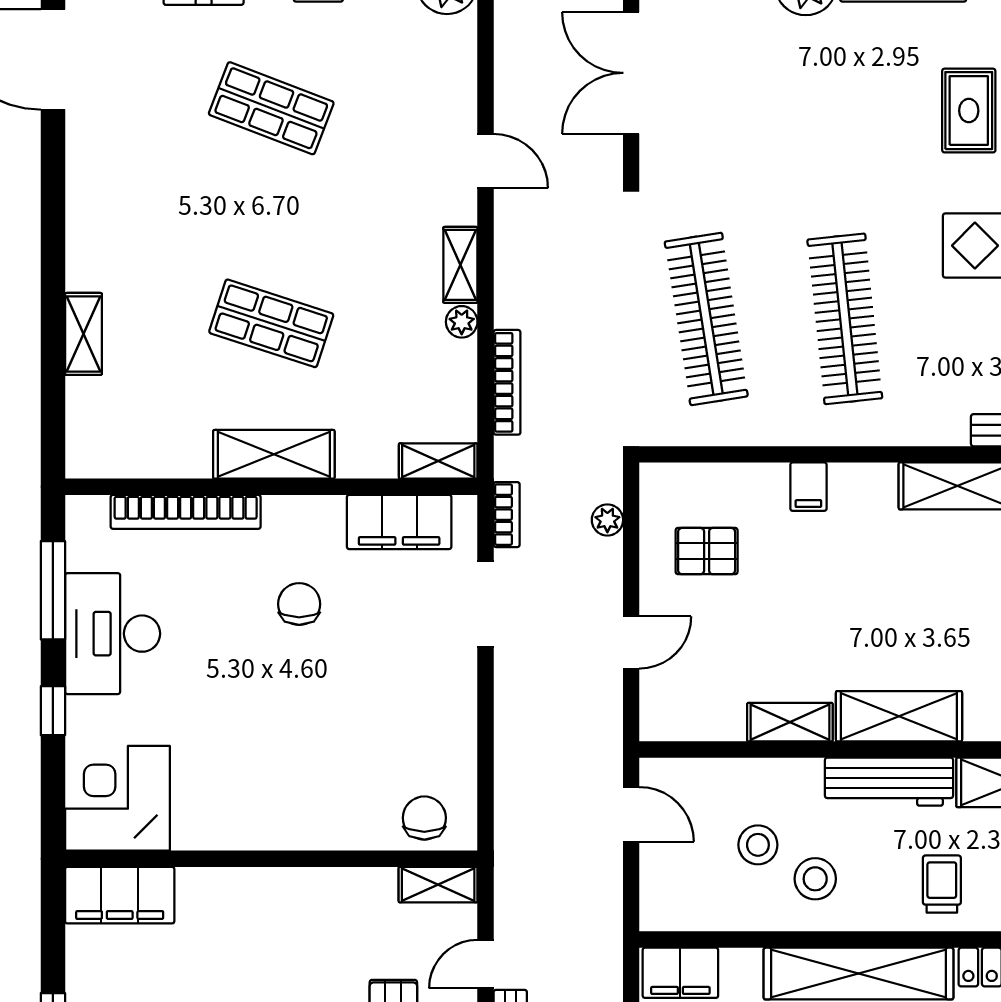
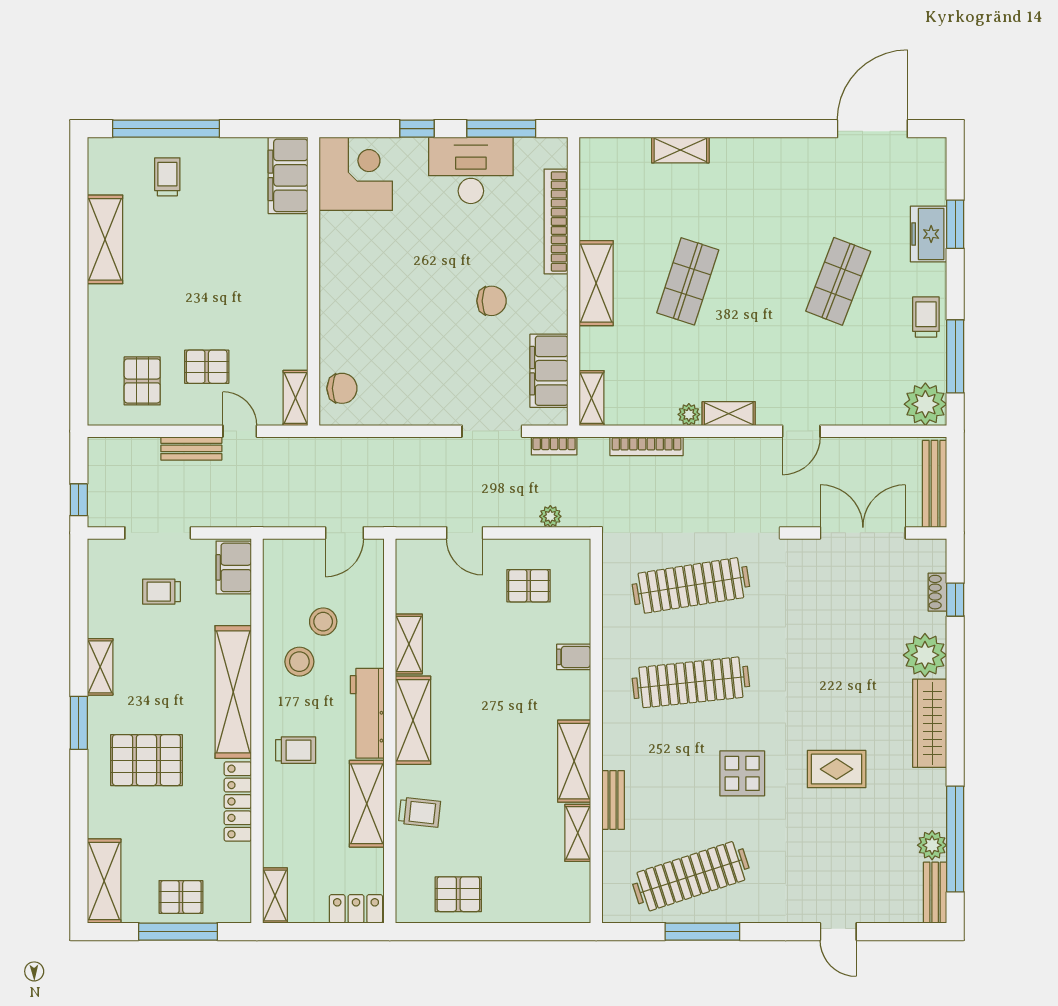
pallet: (707, 551) -> (529, 586), turned 90

